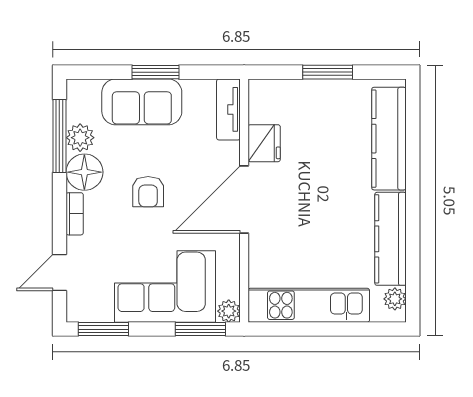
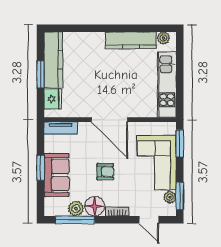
kitchen counter: (389, 139) -> (53, 60), moved, turned -90
fridge: (264, 143) -> (53, 99), moved, turned 90
plant: (229, 311) -> (170, 197), moved

